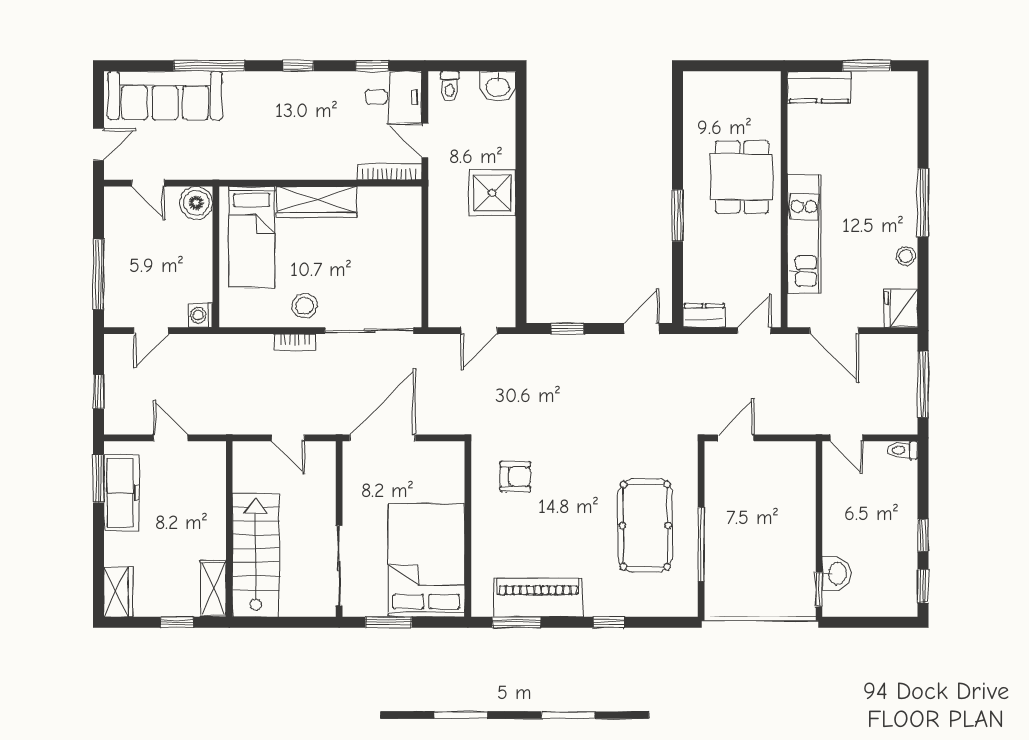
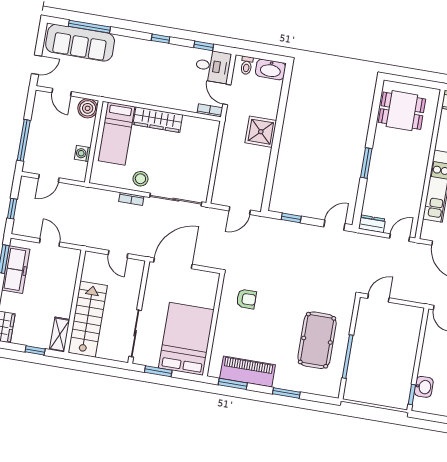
window: (209, 66) -> (89, 27), moved
washbasin: (498, 86) -> (271, 69), width x1.38
bookcase: (390, 172) -> (210, 110), width x0.64
dining table: (742, 177) -> (402, 111), moved, turned 90
washing machine: (200, 315) -> (83, 153), moved
window: (609, 622) -> (286, 393), width x1.50

